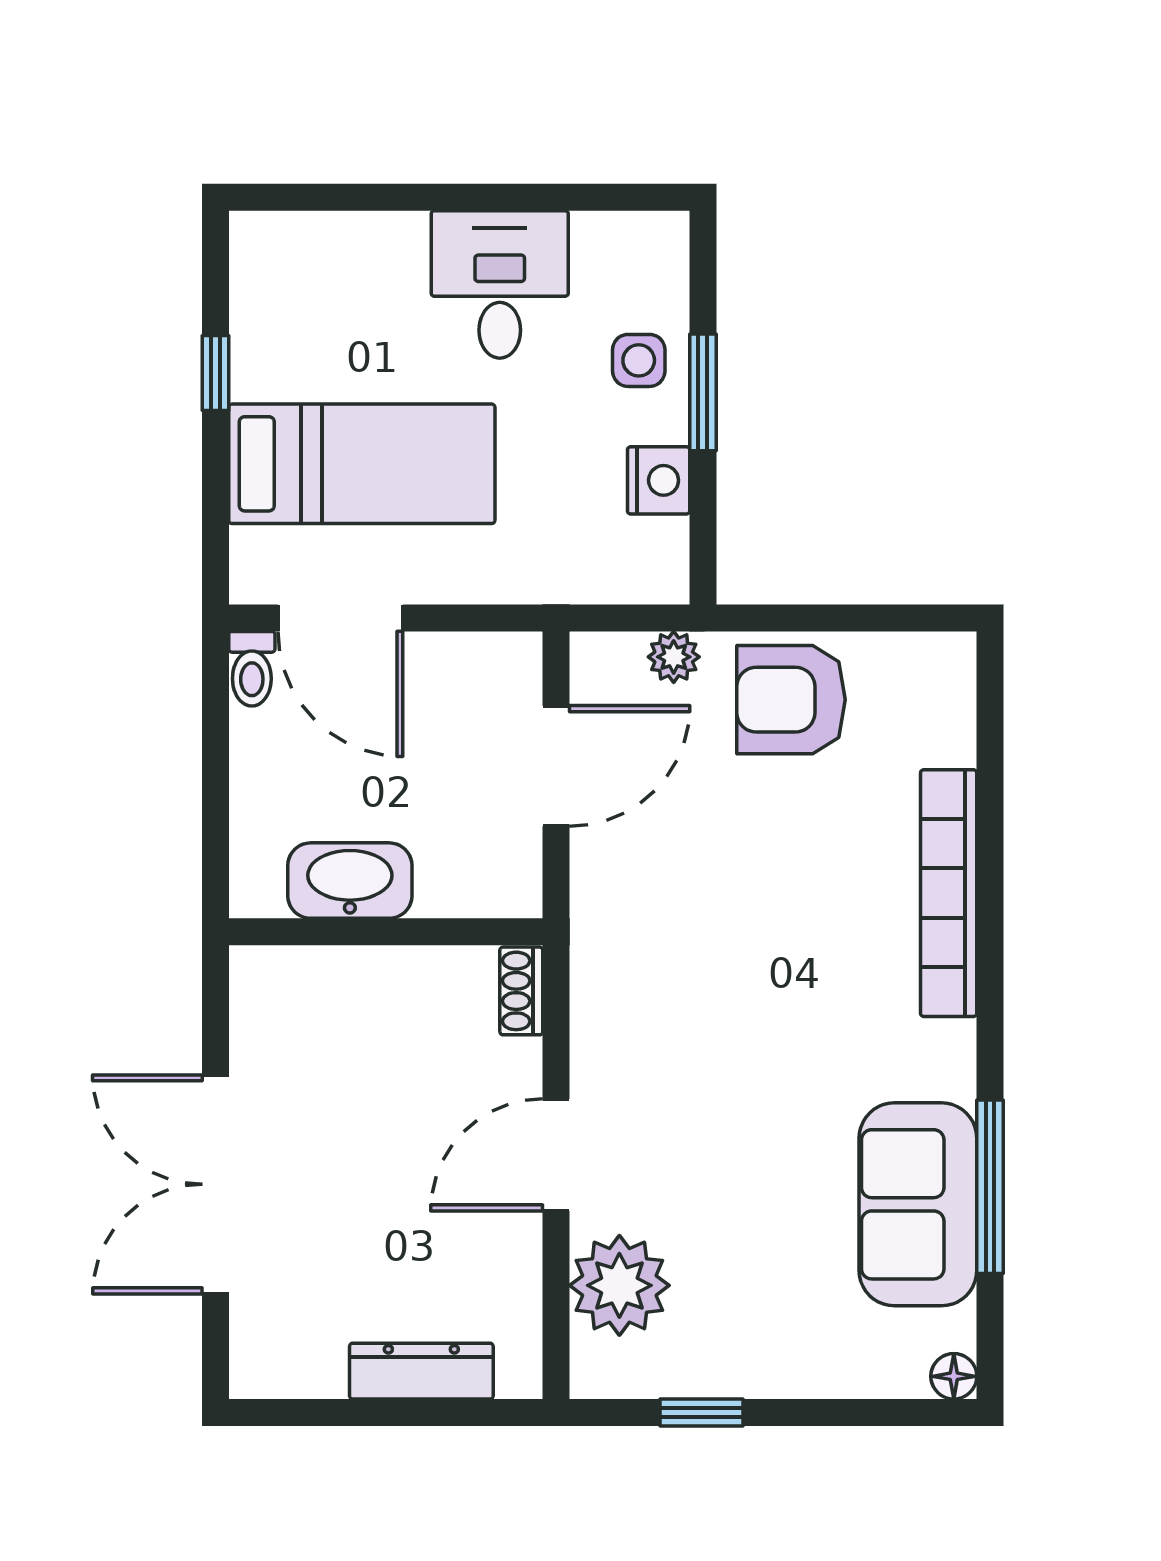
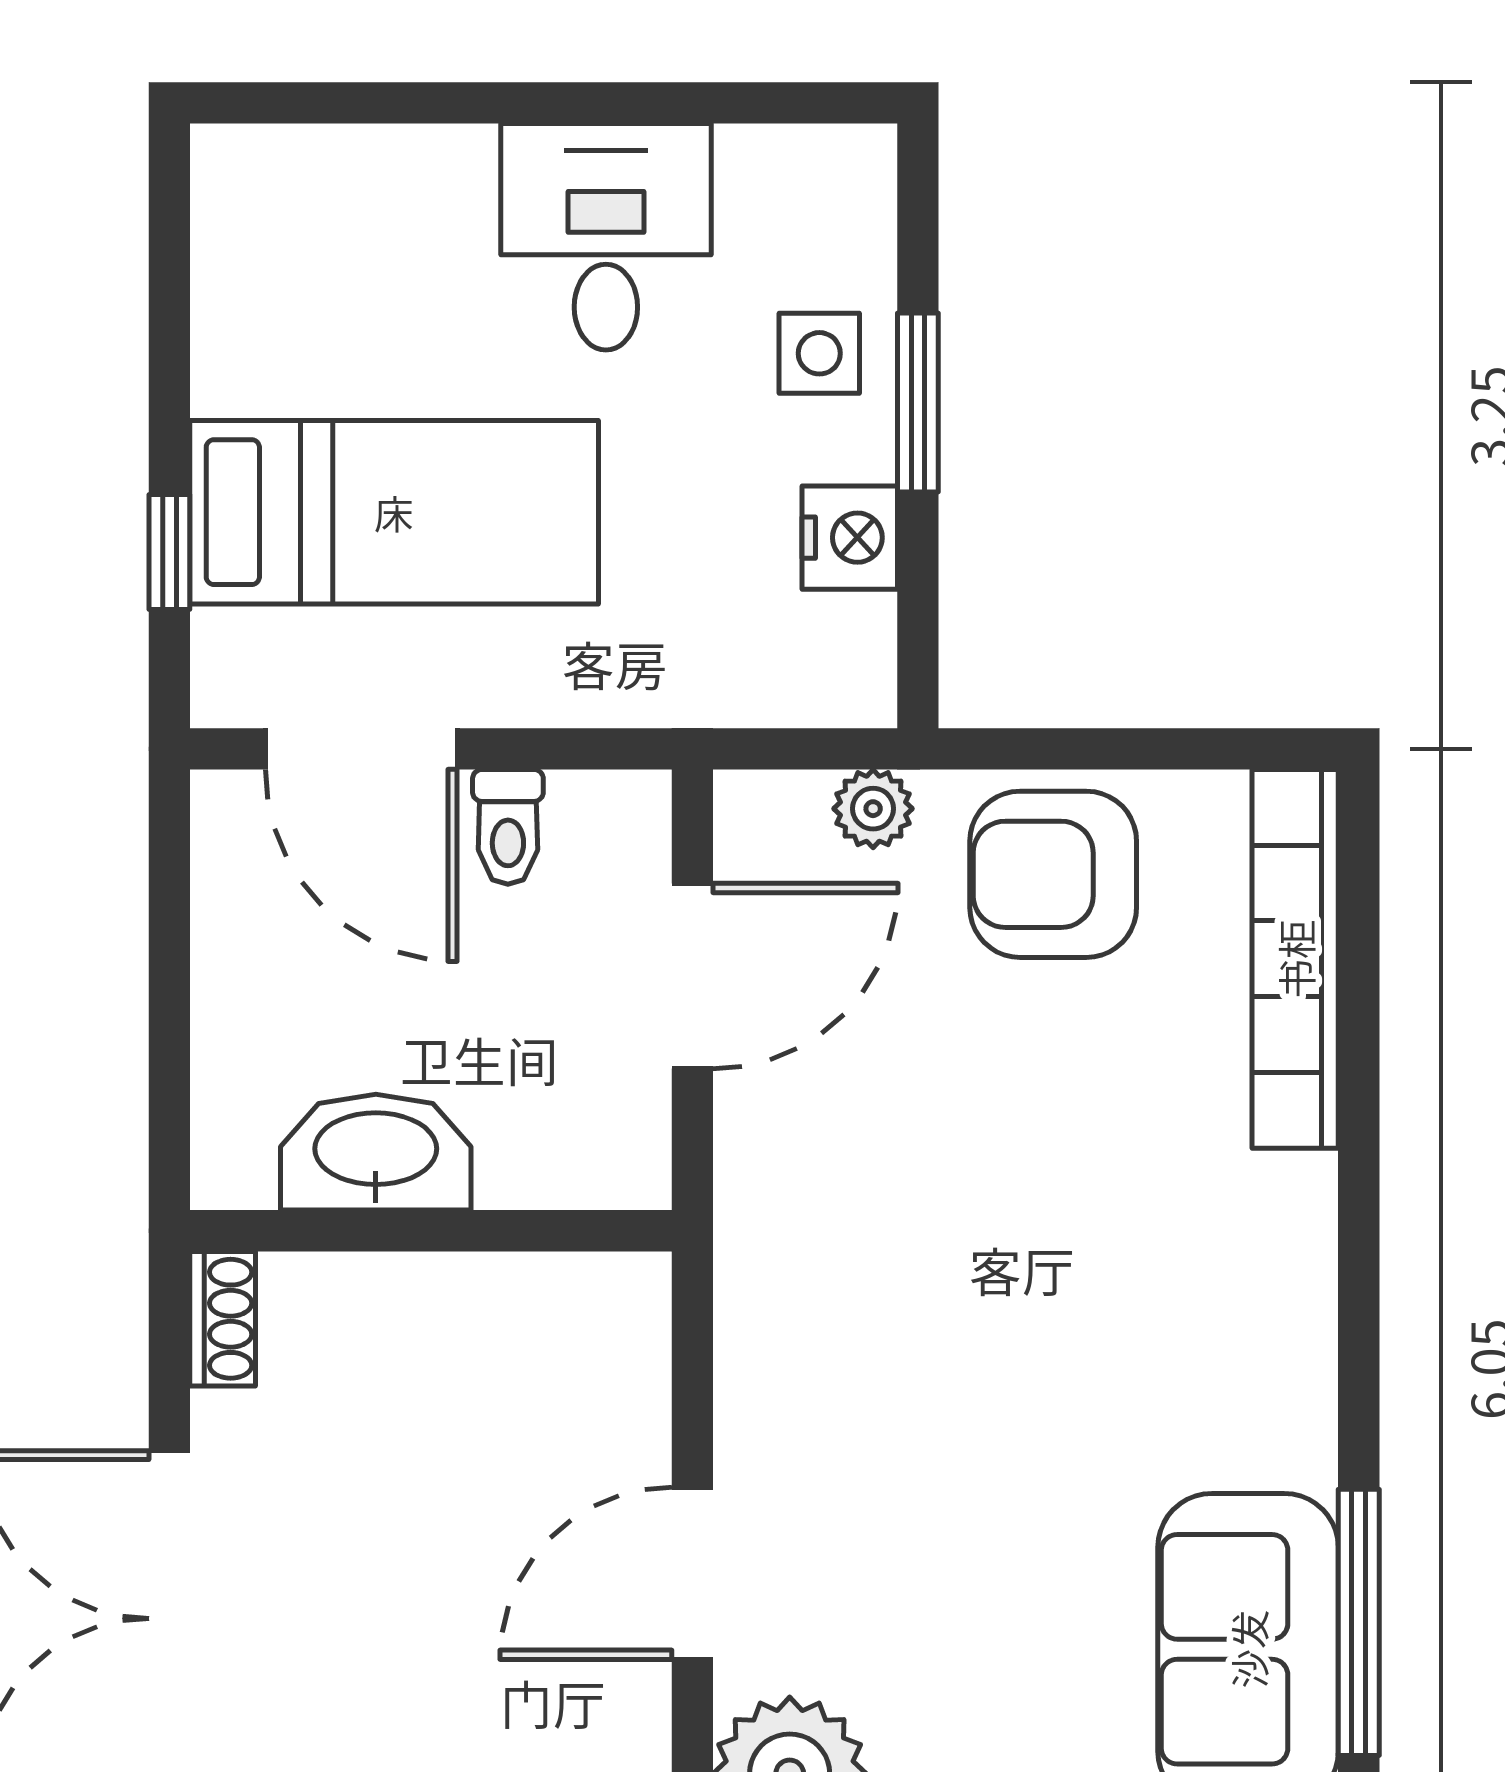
window: (215, 373) -> (169, 552), moved
toilet: (252, 669) -> (508, 827), moved
bookcase: (949, 893) -> (1295, 959), moved
shoe rack: (521, 991) -> (223, 1319), moved, turned 180

